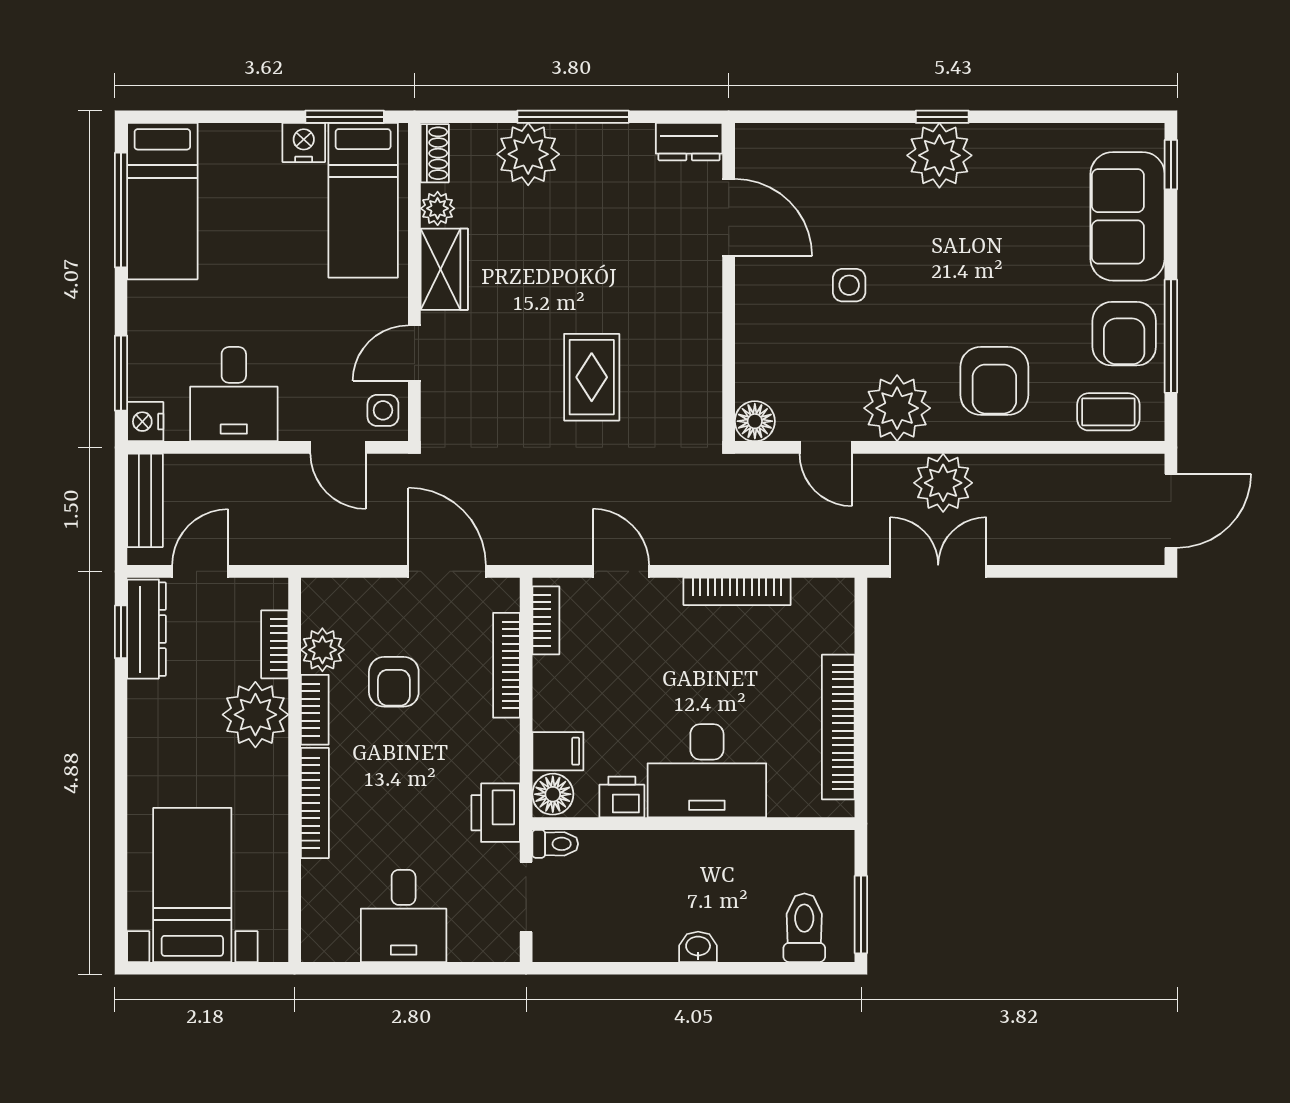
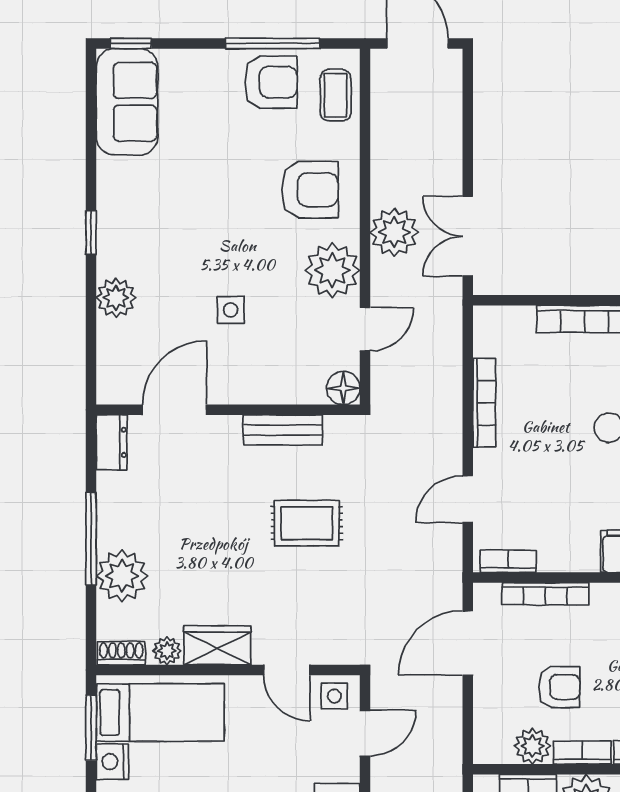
plant: (939, 155) -> (116, 298), moved, width x0.73, depth x0.73
sofa: (1128, 216) -> (127, 102), moved, turned -90
bench: (704, 348) -> (283, 430), added

